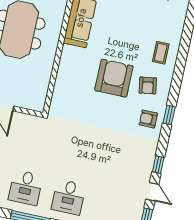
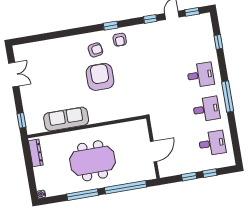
coffee table: (161, 53) -> (68, 50), removed
armchair: (114, 78) -> (100, 77), turned 90

